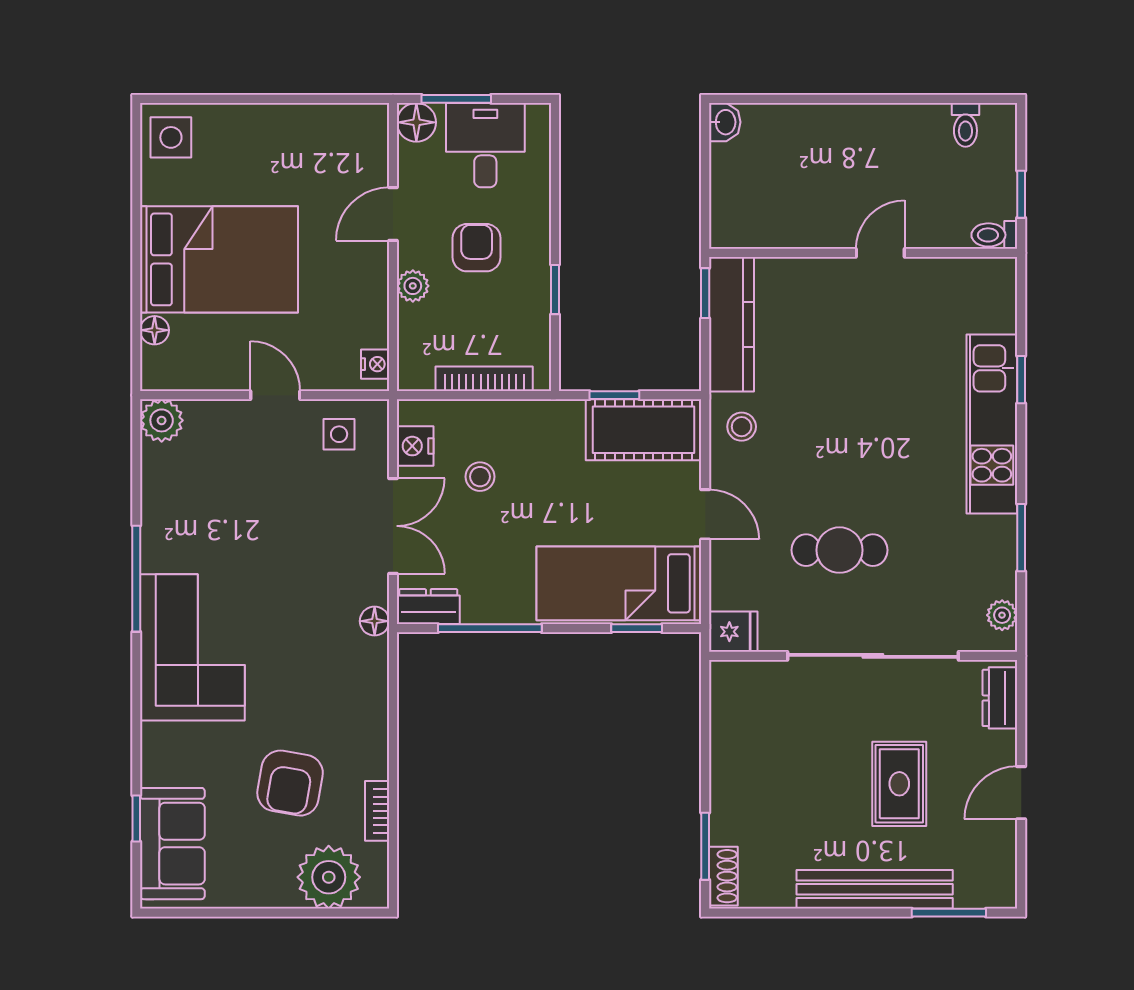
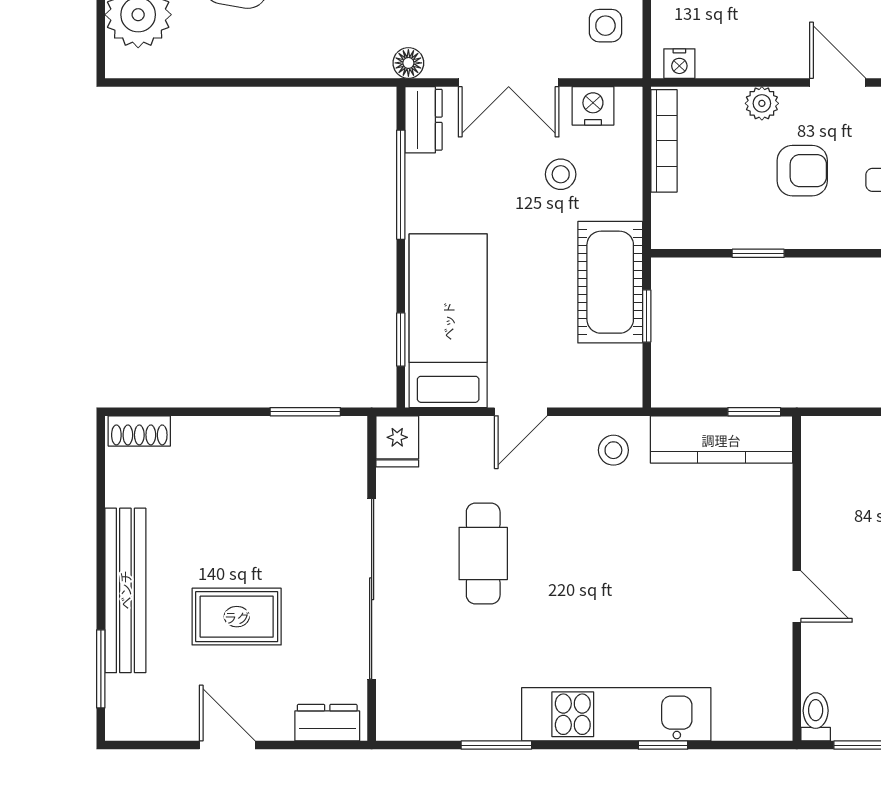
bookcase: (484, 379) -> (664, 141), moved
cot: (644, 430) -> (610, 282), moved
plant: (1002, 615) -> (415, 725), removed
bookcase: (377, 811) -> (208, 66), removed
window: (705, 846) -> (305, 412), moved

